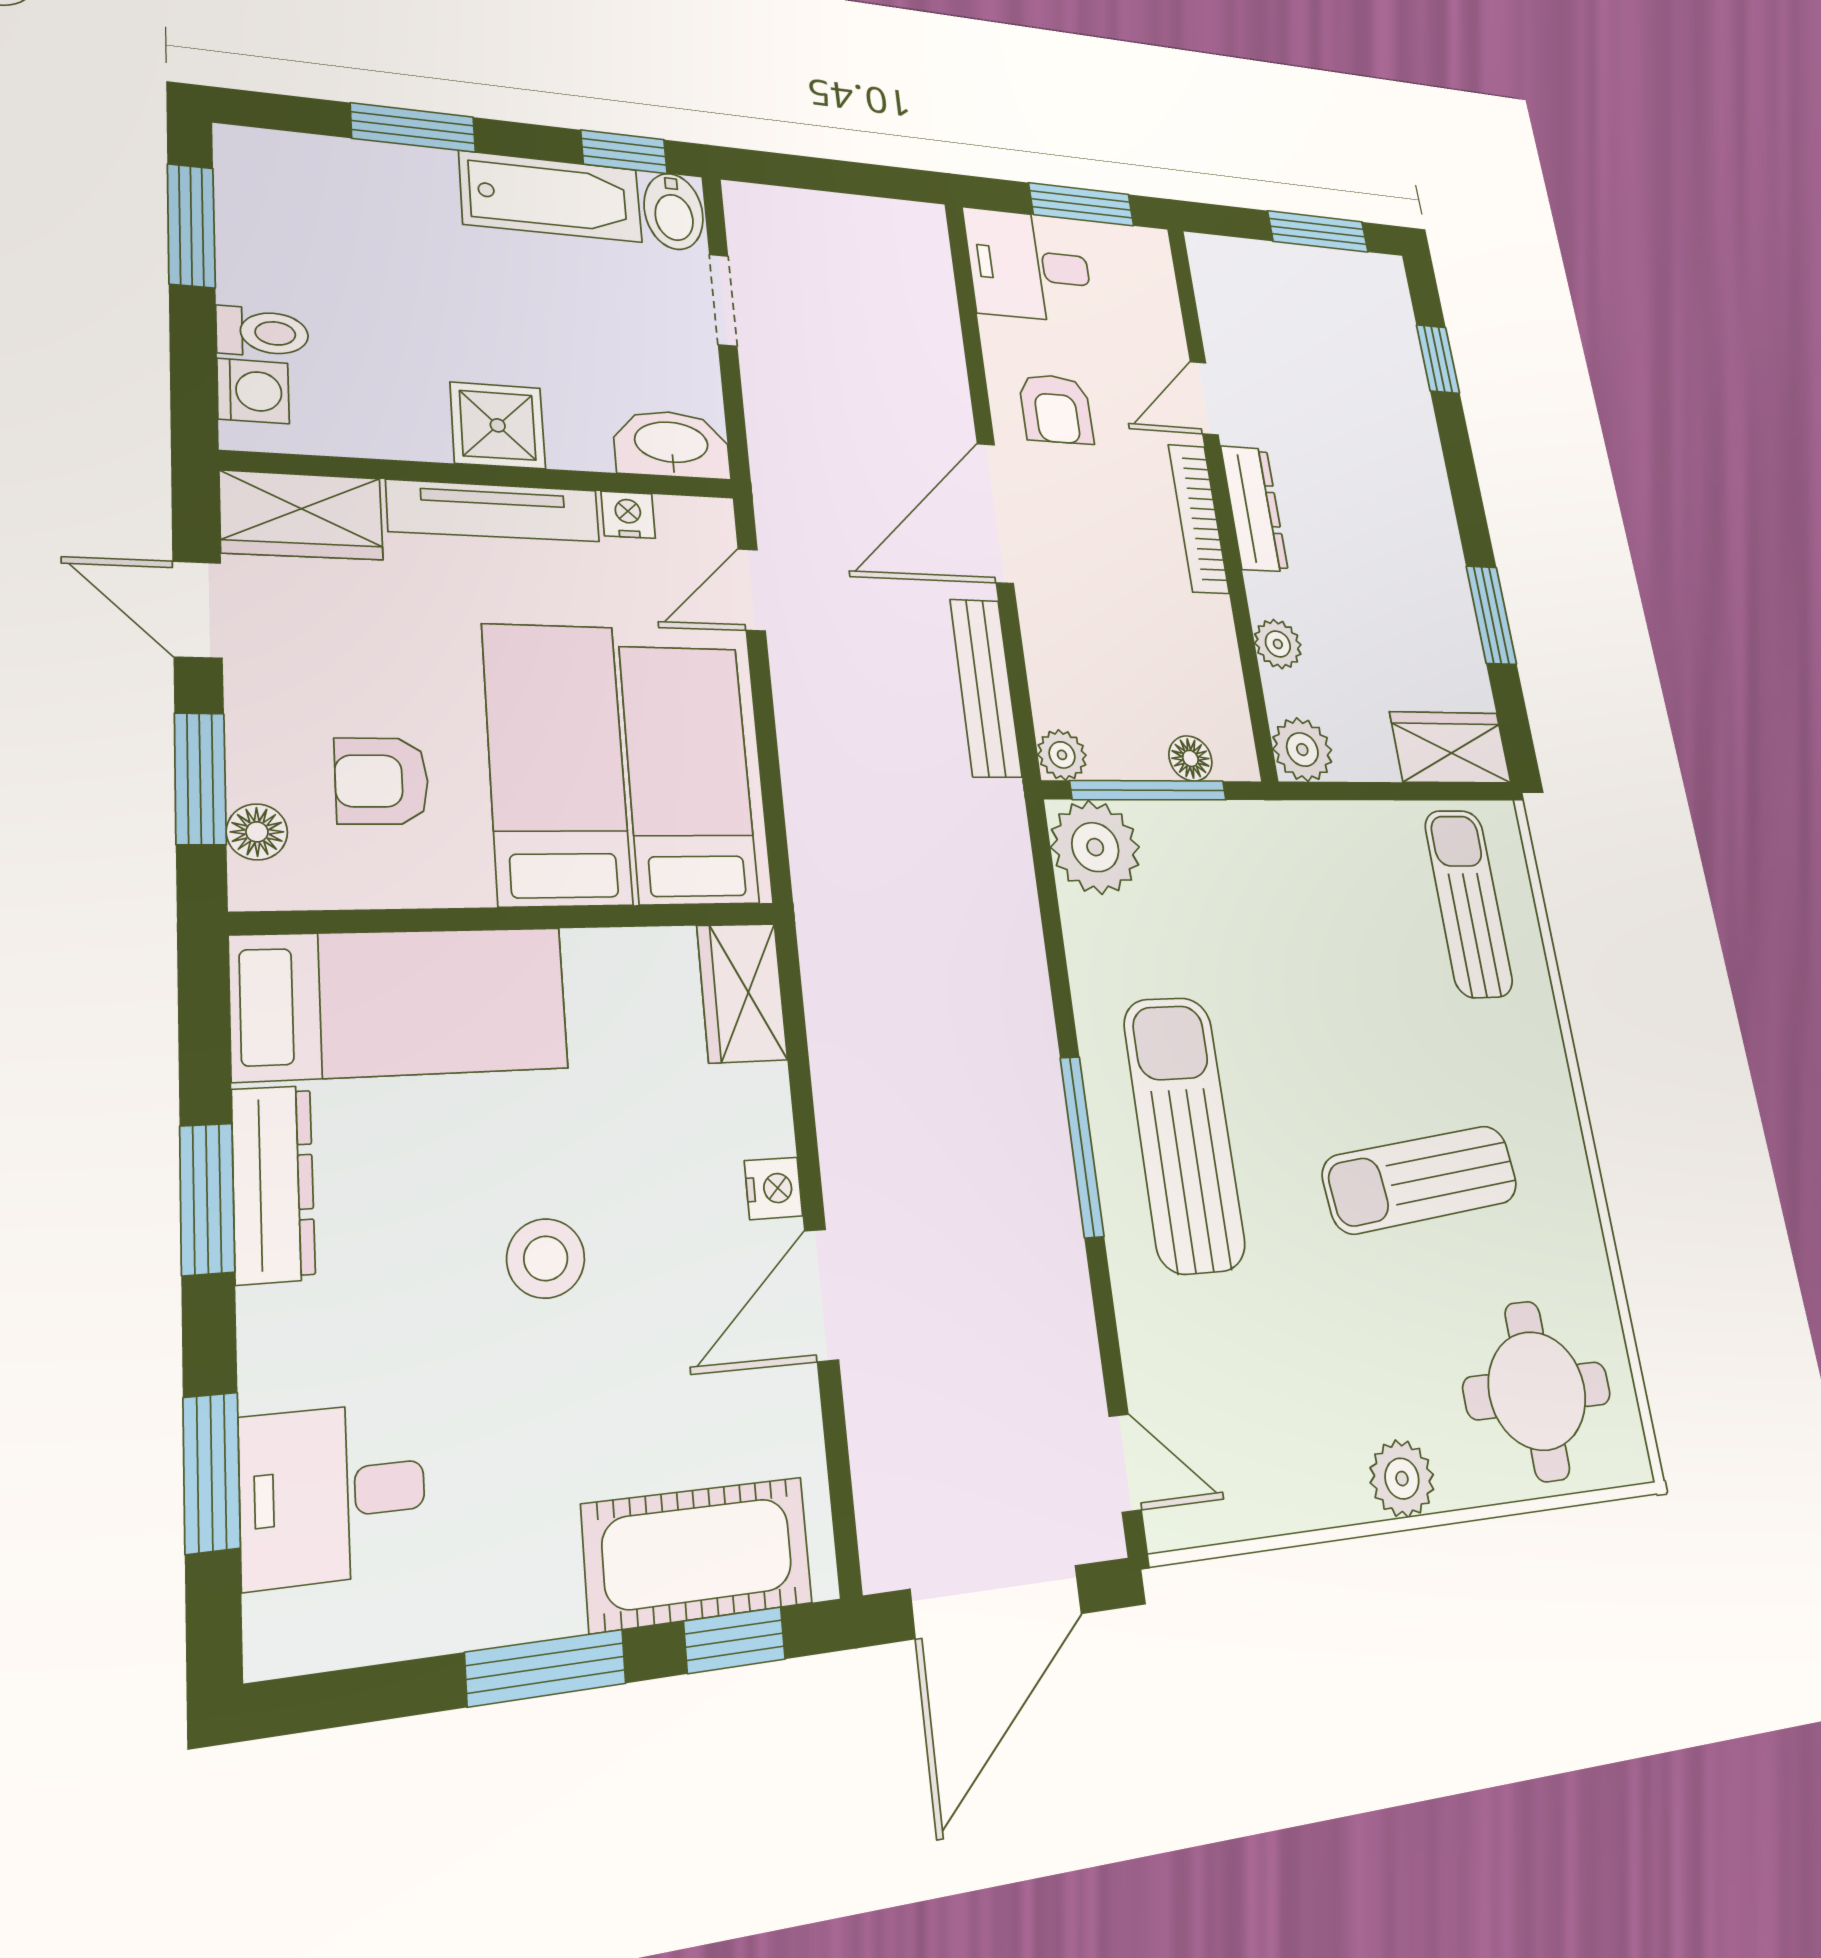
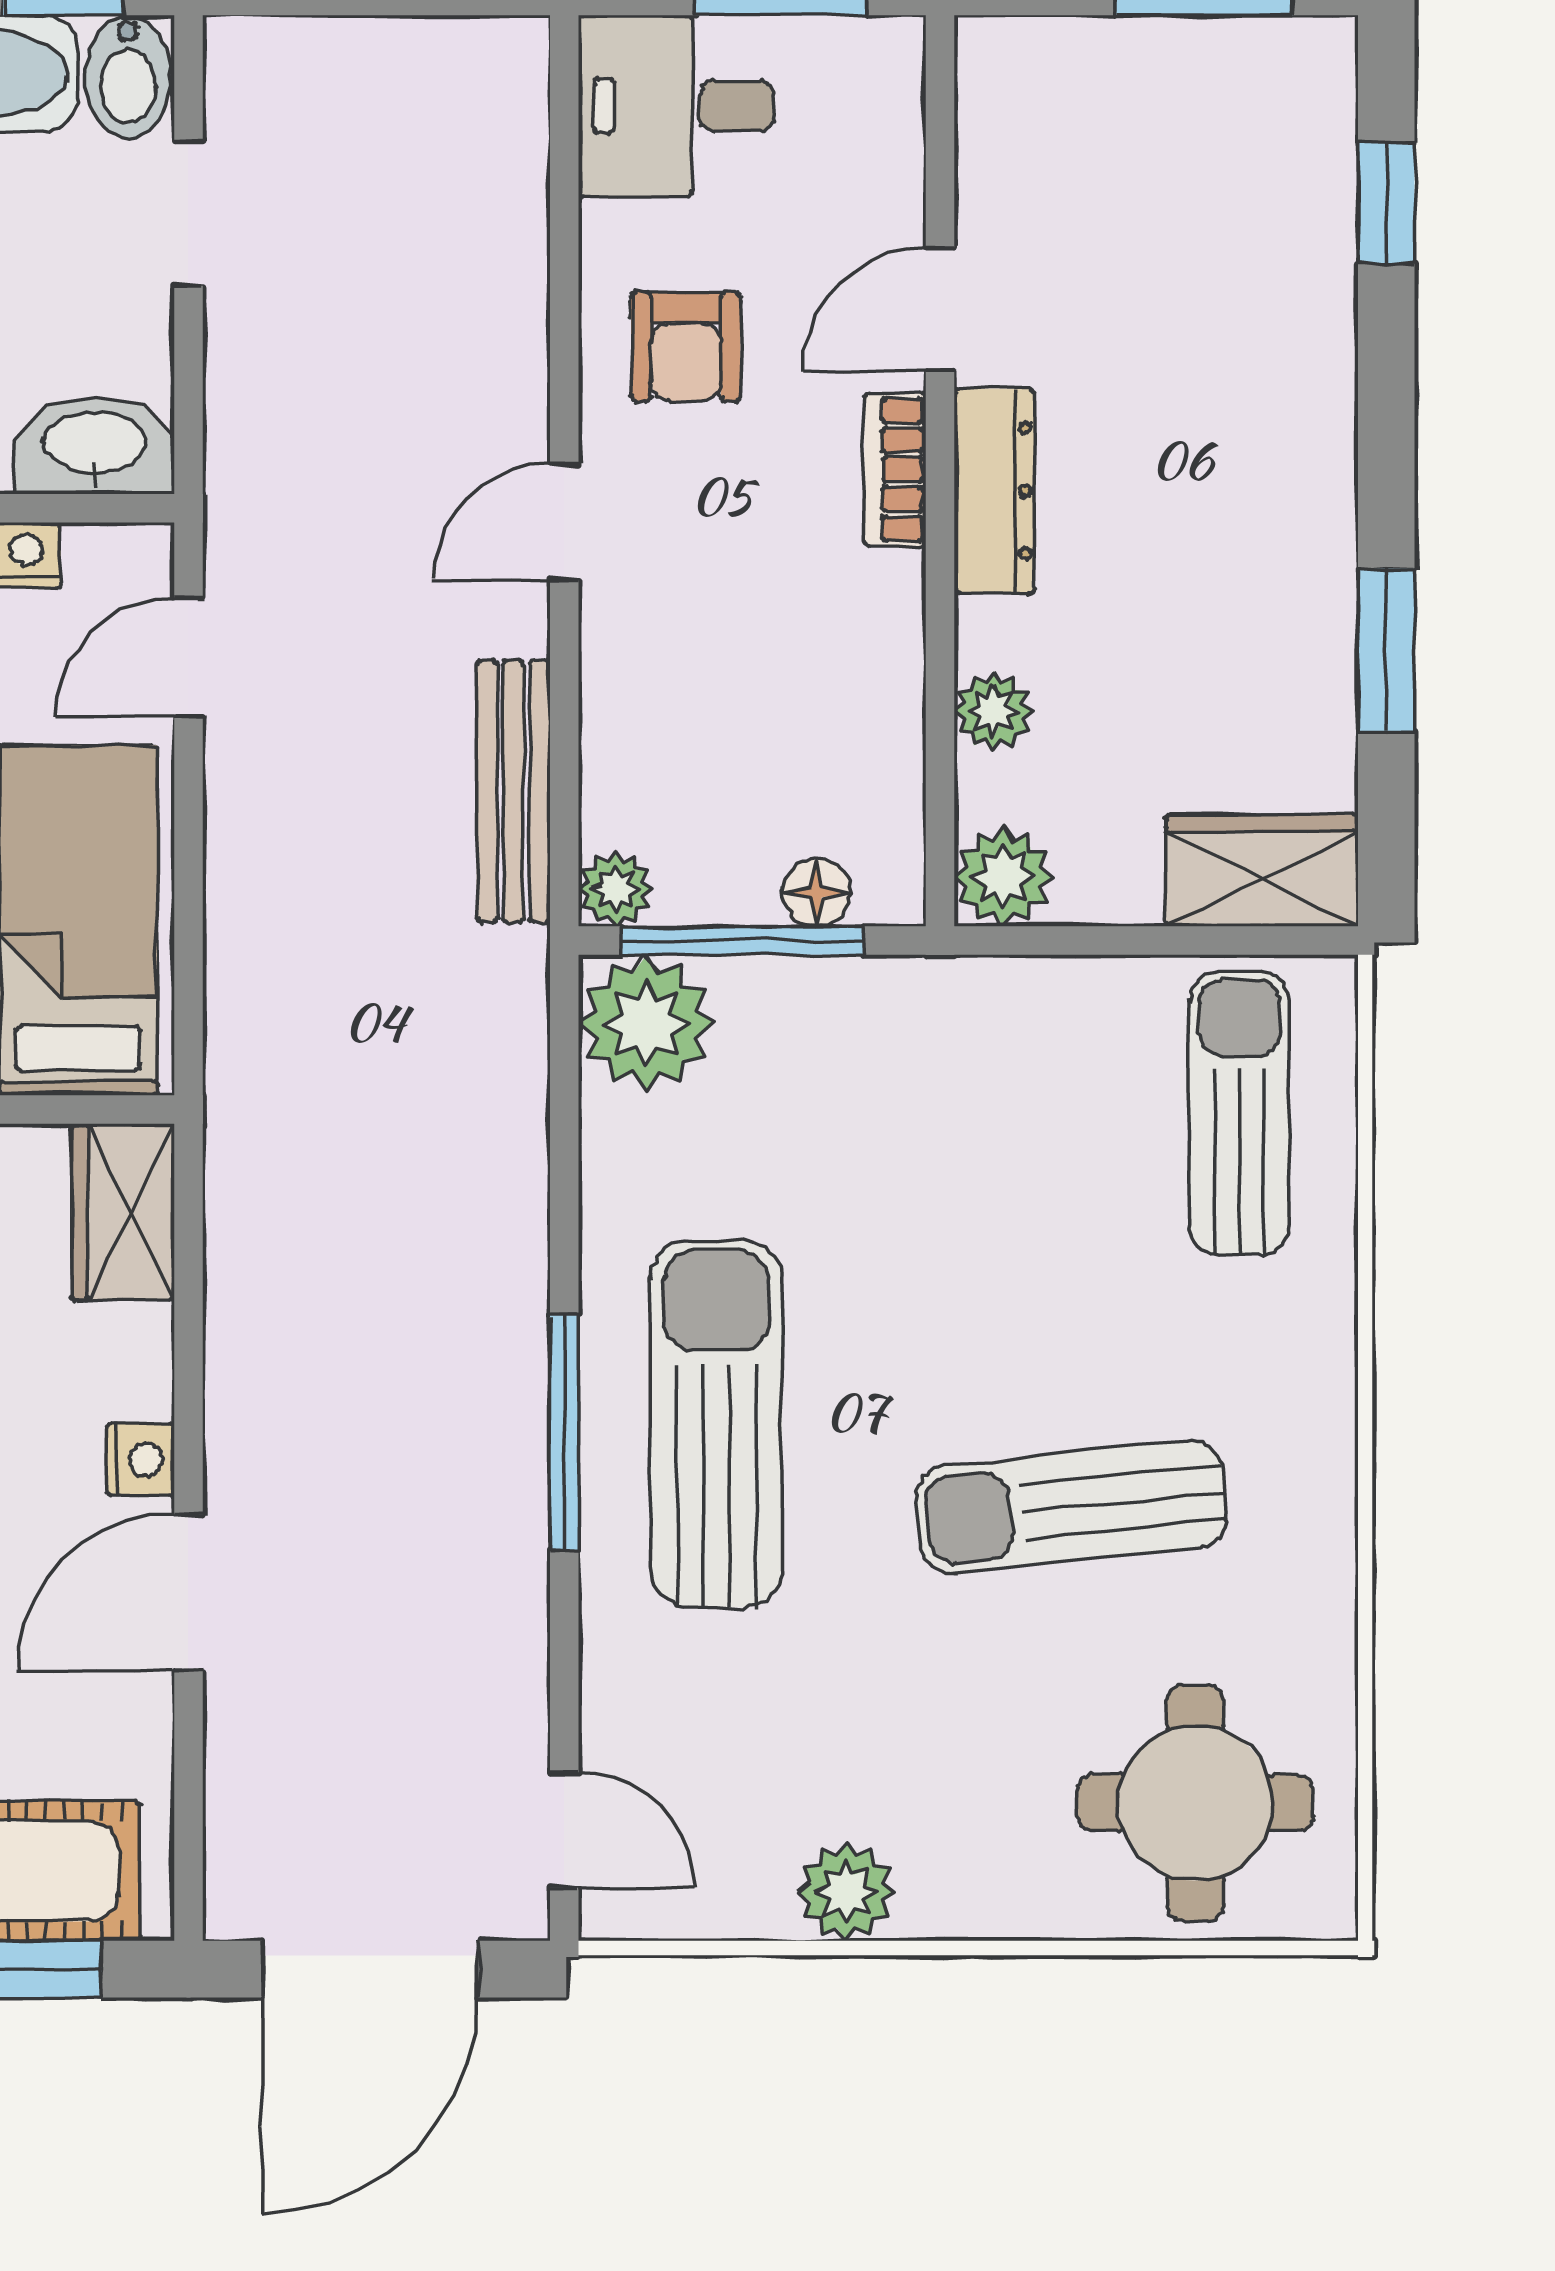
door: (995, 513) -> (564, 522), width x0.53
bookcase: (1199, 519) -> (895, 470), width x0.64
plant: (1402, 1479) -> (846, 1892), moved

